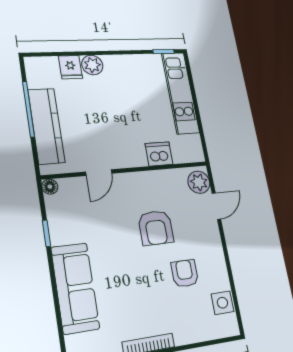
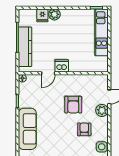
dishwasher: (159, 154) -> (62, 66), moved
plant: (199, 182) -> (102, 110), moved

